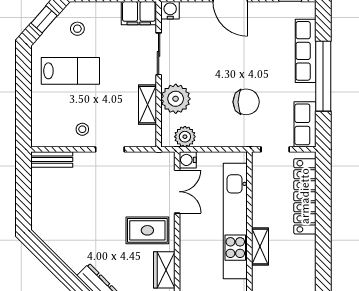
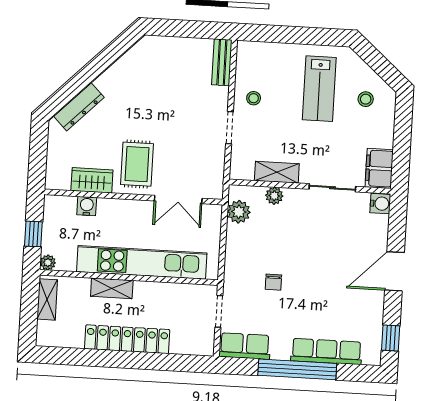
window: (44, 19) -> (378, 63), removed
plant: (176, 99) -> (274, 196), width x0.53, depth x0.53
chair: (246, 102) -> (273, 282), width x0.54, depth x0.54
water cooler: (188, 160) -> (87, 206), moved
locker: (305, 196) -> (127, 339), moved

